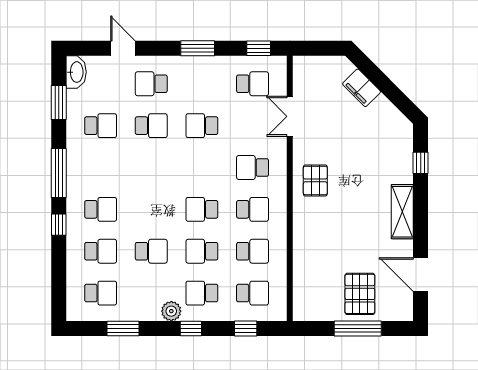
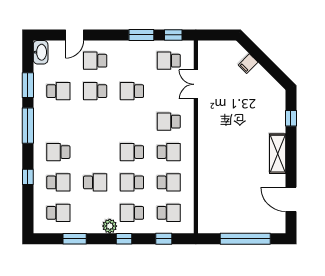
door: (123, 48) -> (75, 35), swing flipped
window: (198, 48) -> (141, 35), moved
school desk: (253, 84) -> (169, 61), turned 180
filing cabinet: (362, 88) -> (248, 64), width x0.50
window: (59, 102) -> (28, 85), moved
school desk: (151, 126) -> (95, 91), turned 180
pallet: (315, 180) -> (214, 131), removed
school desk: (101, 209) -> (58, 152), turned 180
window: (59, 225) -> (28, 177), moved
pallet: (360, 294) -> (247, 213), removed
window: (358, 329) -> (245, 239), width x1.46

